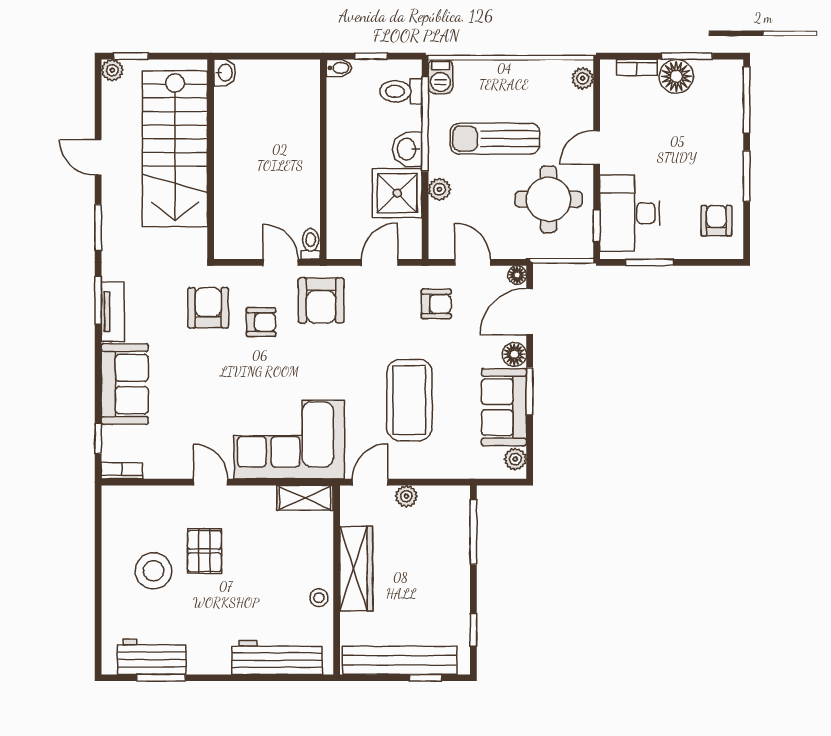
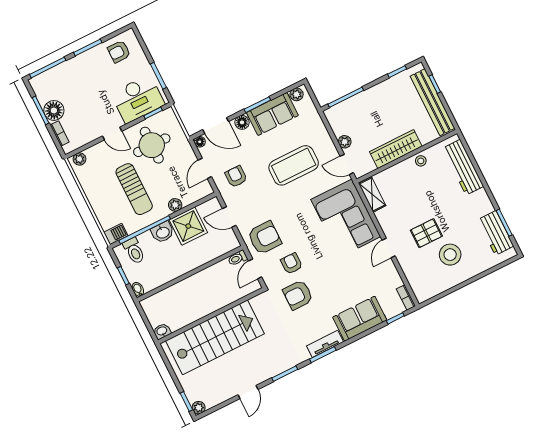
washbasin: (225, 73) -> (162, 331), moved
stairs: (175, 149) -> (215, 337), moved
wall: (211, 159) -> (211, 316), moved

